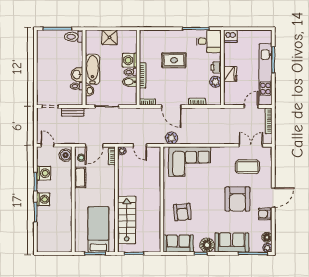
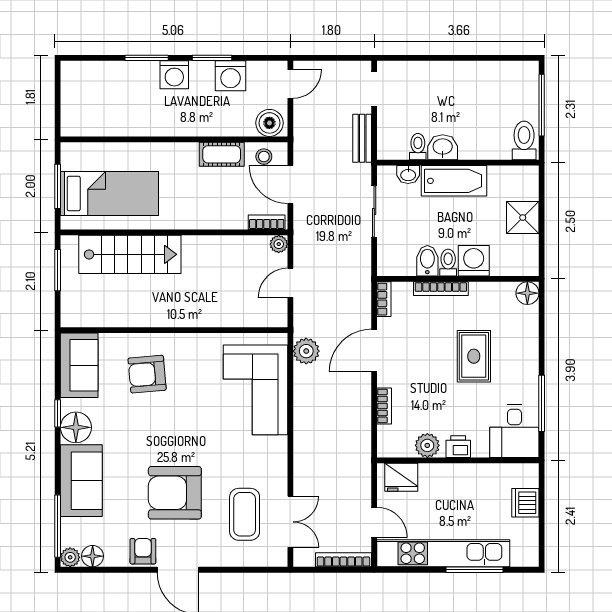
floor lamp: (145, 35) -> (527, 293), added
dishwasher: (230, 36) -> (525, 503), moved
fridge: (230, 74) -> (401, 477), moved

